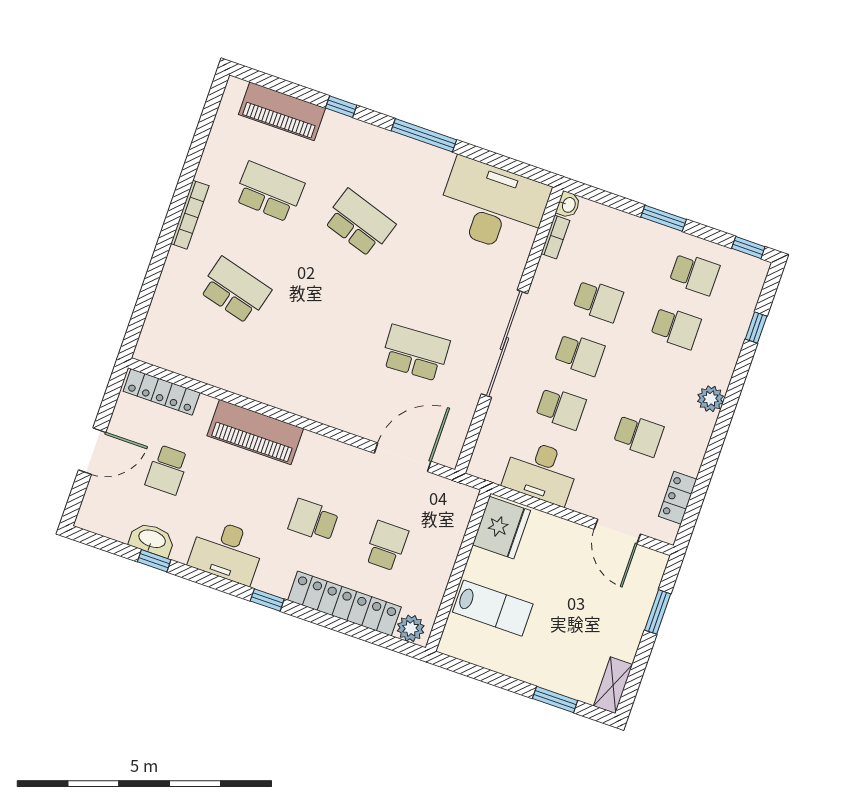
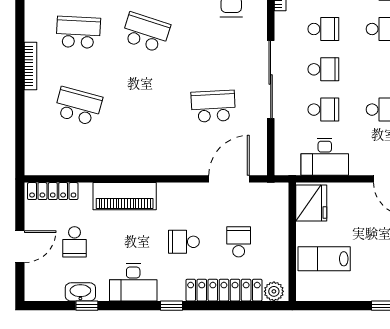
lab bench: (493, 608) -> (324, 259), turned 180

